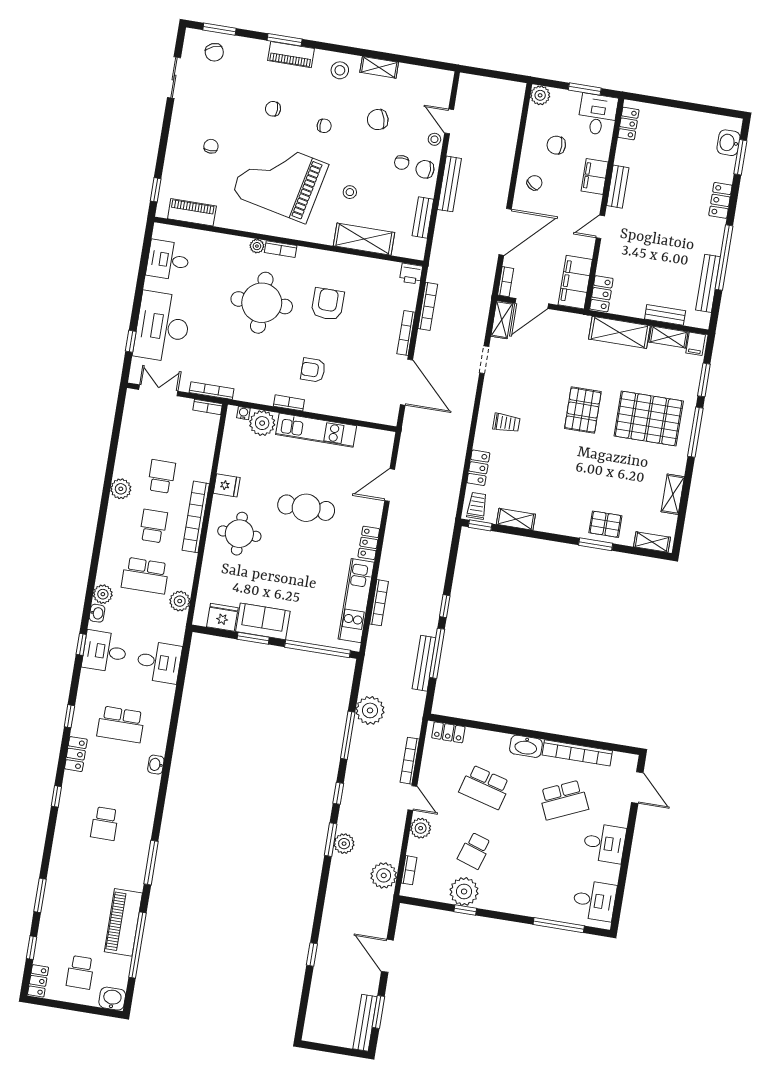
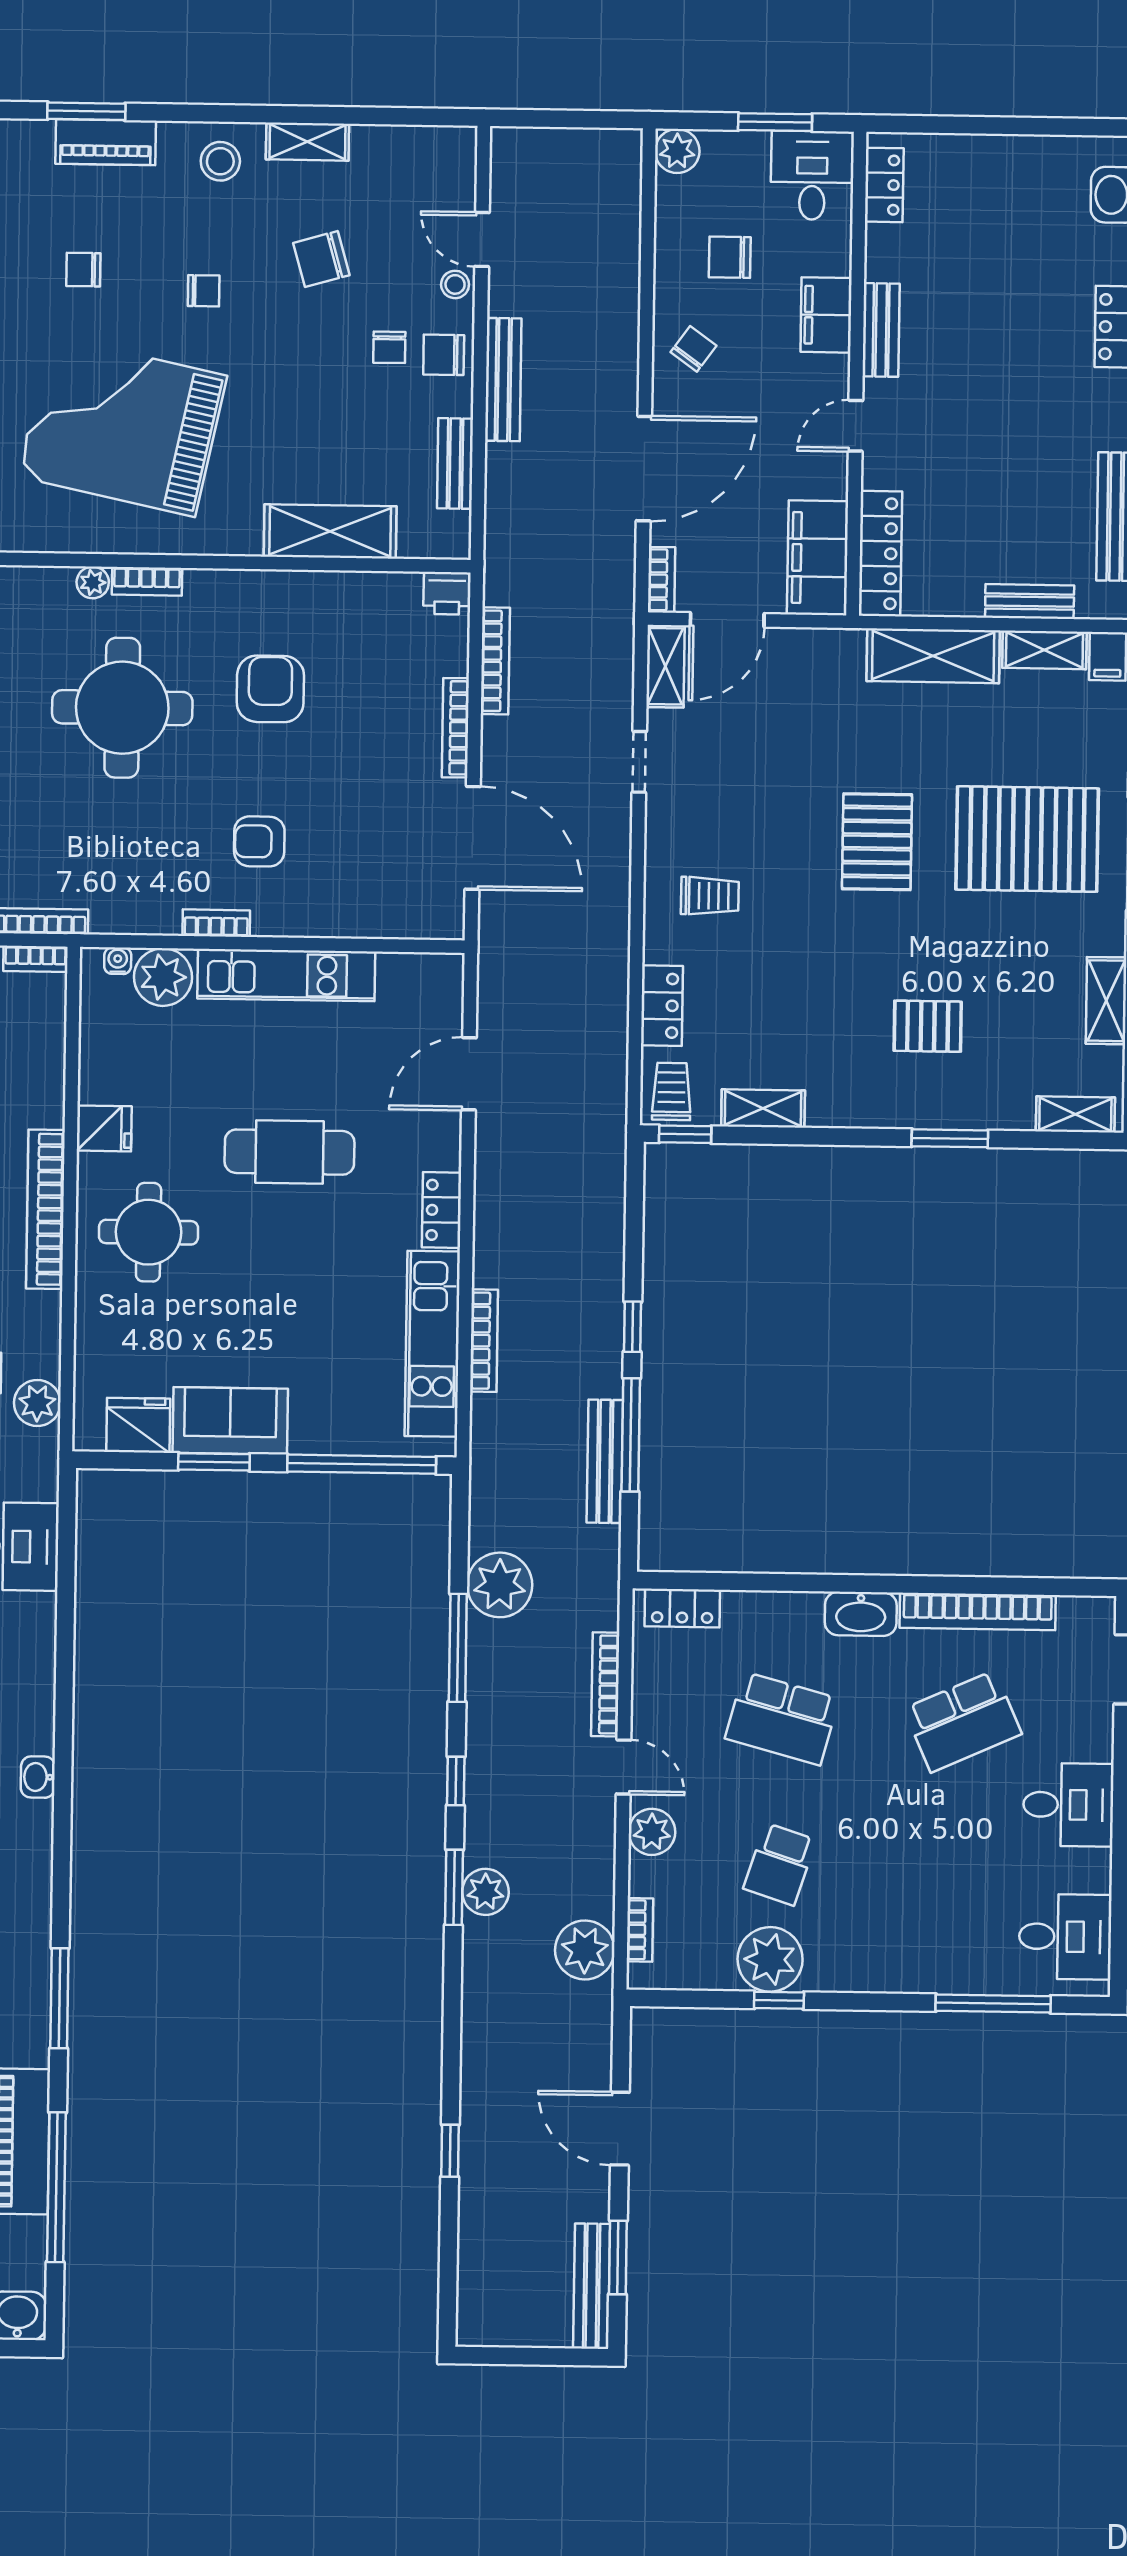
stool: (350, 192) -> (283, 431), removed
locker: (601, 294) -> (880, 554), width x1.53
pallet: (605, 524) -> (928, 1026), moved

